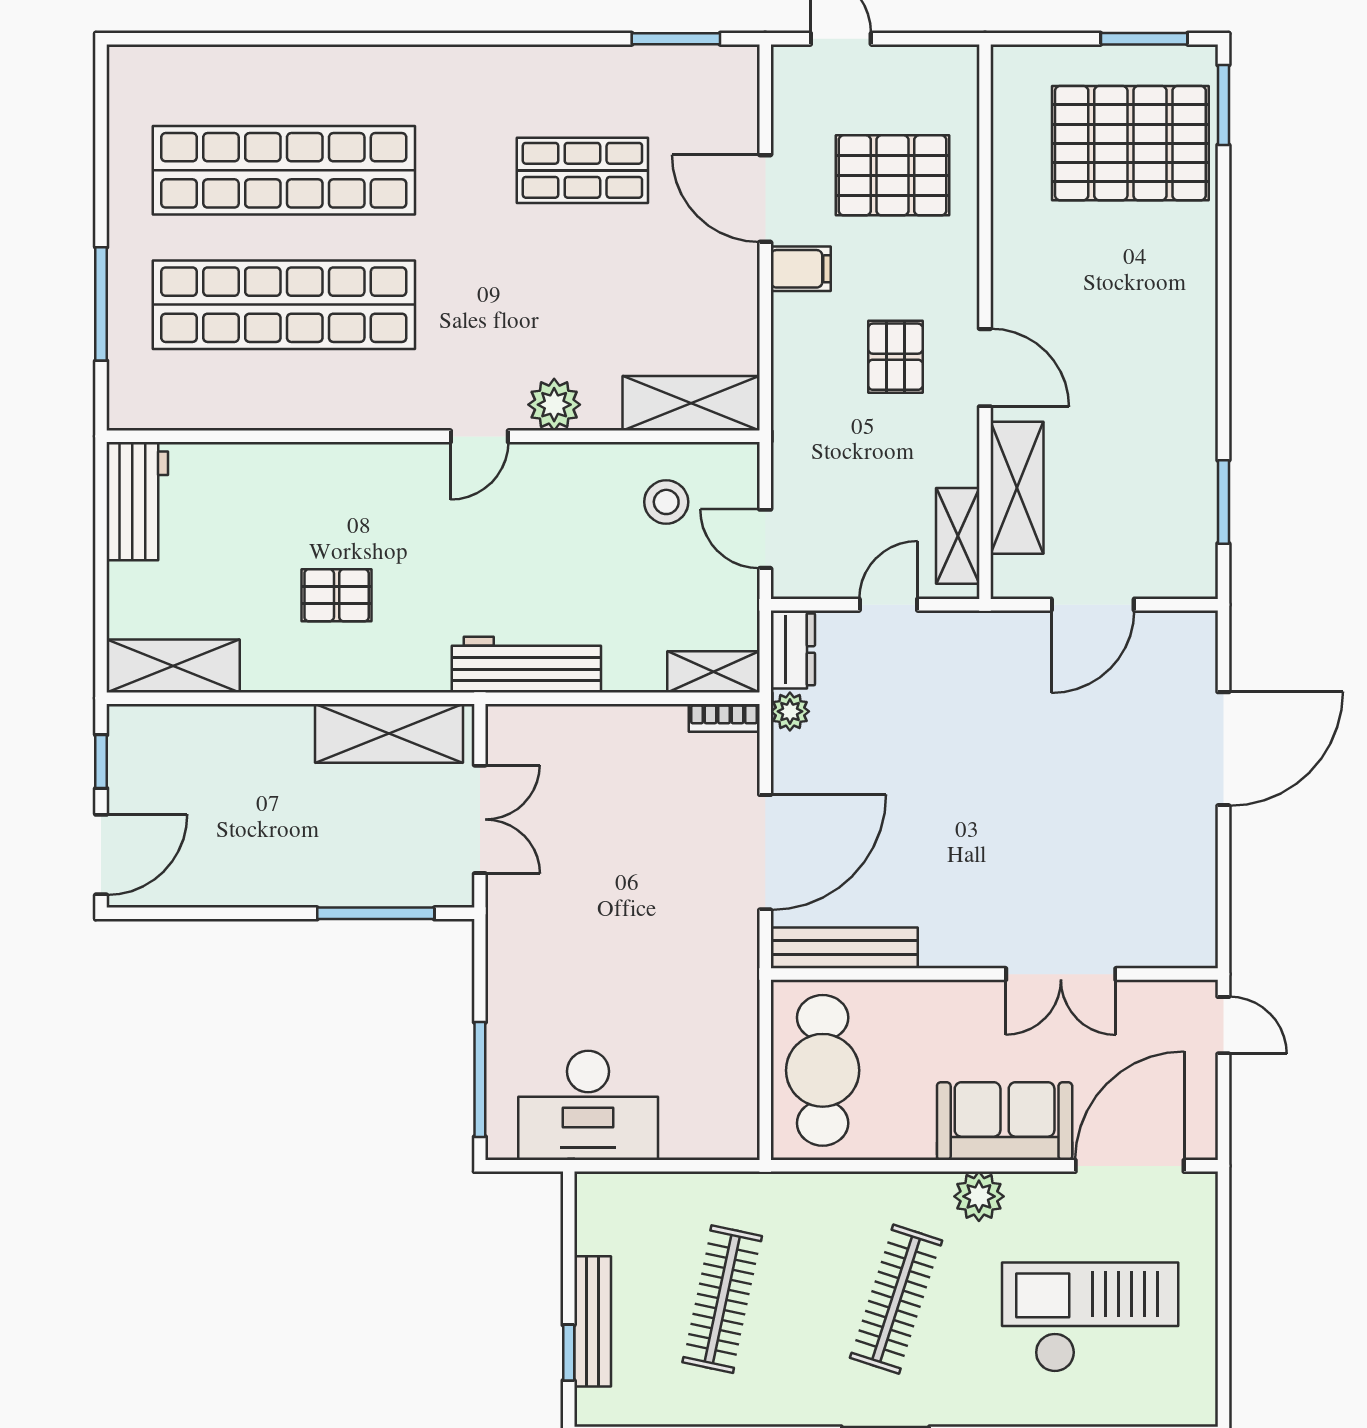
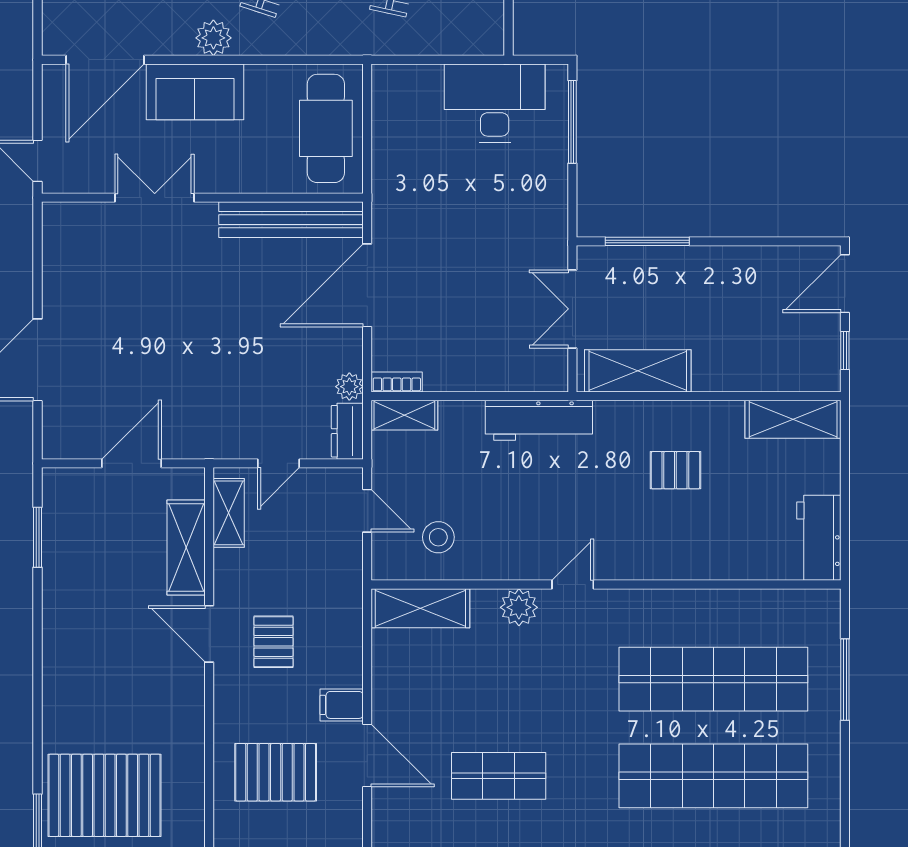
bench: (844, 948) -> (291, 220), width x1.37, depth x1.21

